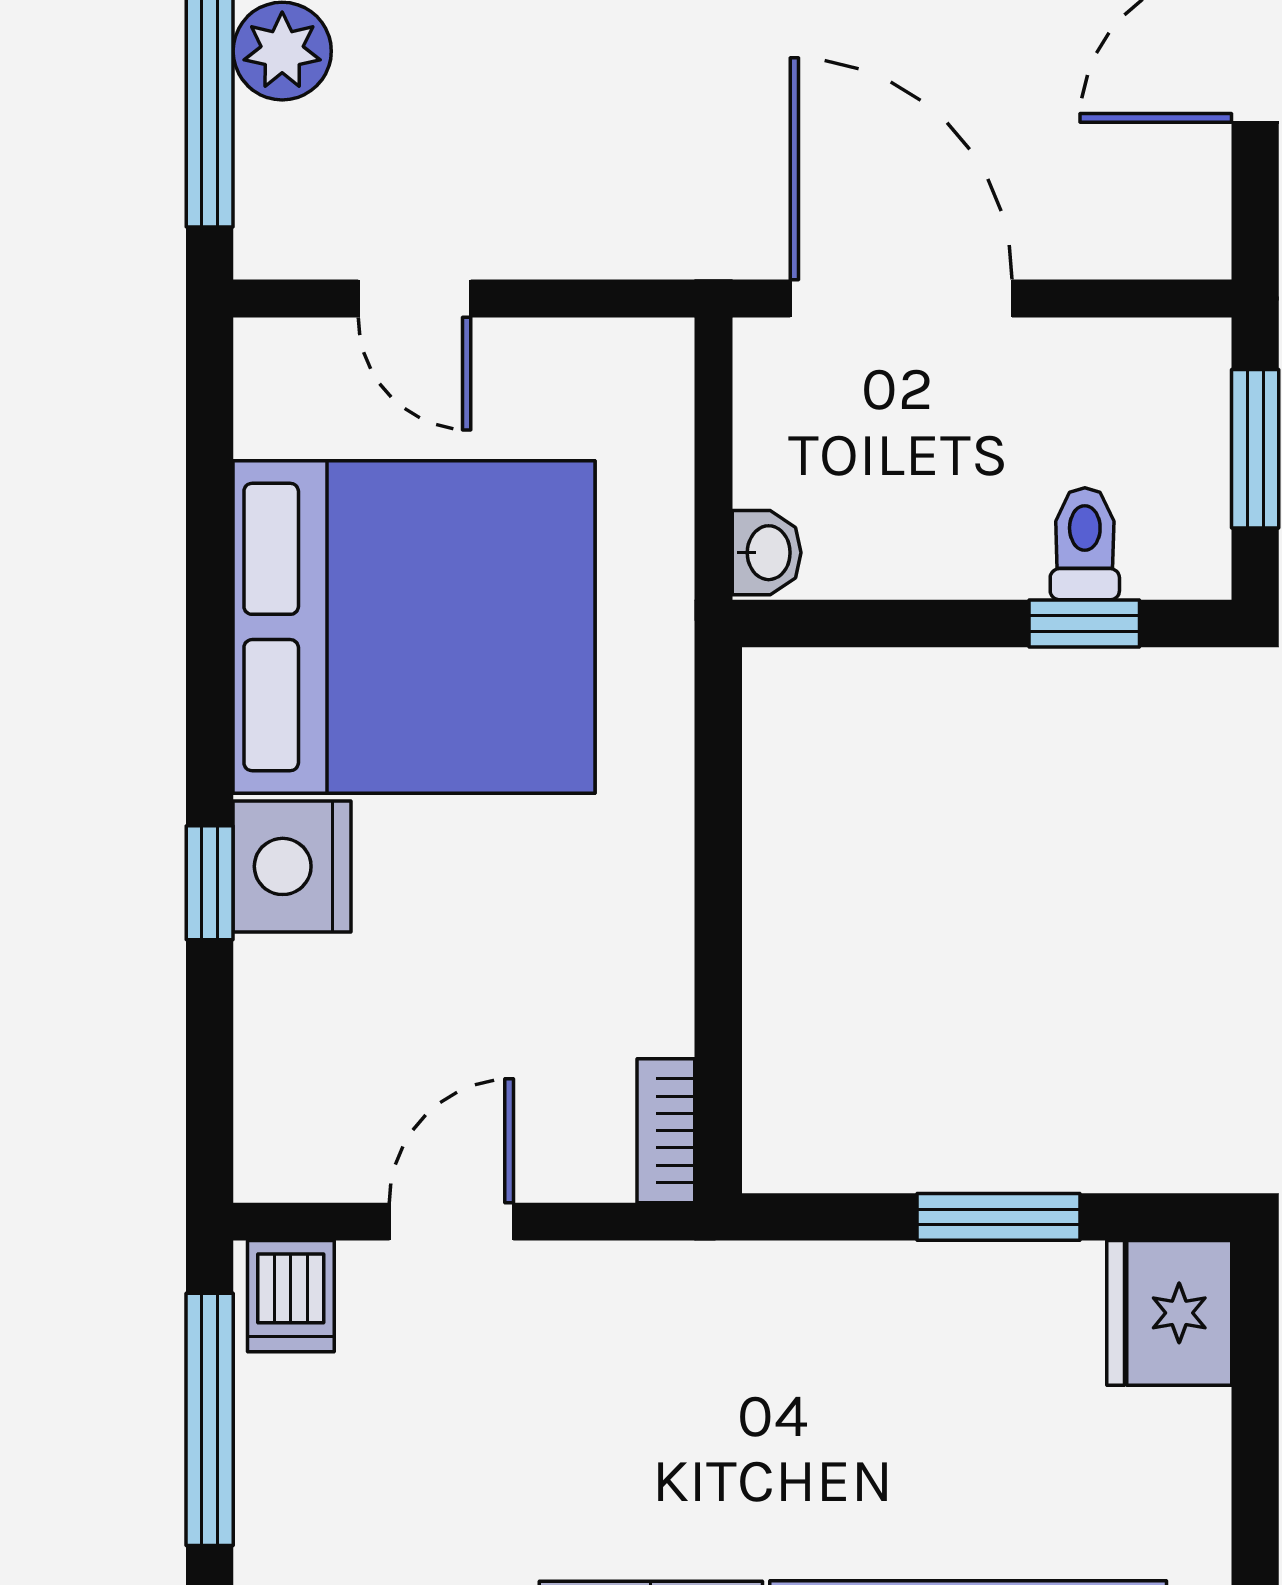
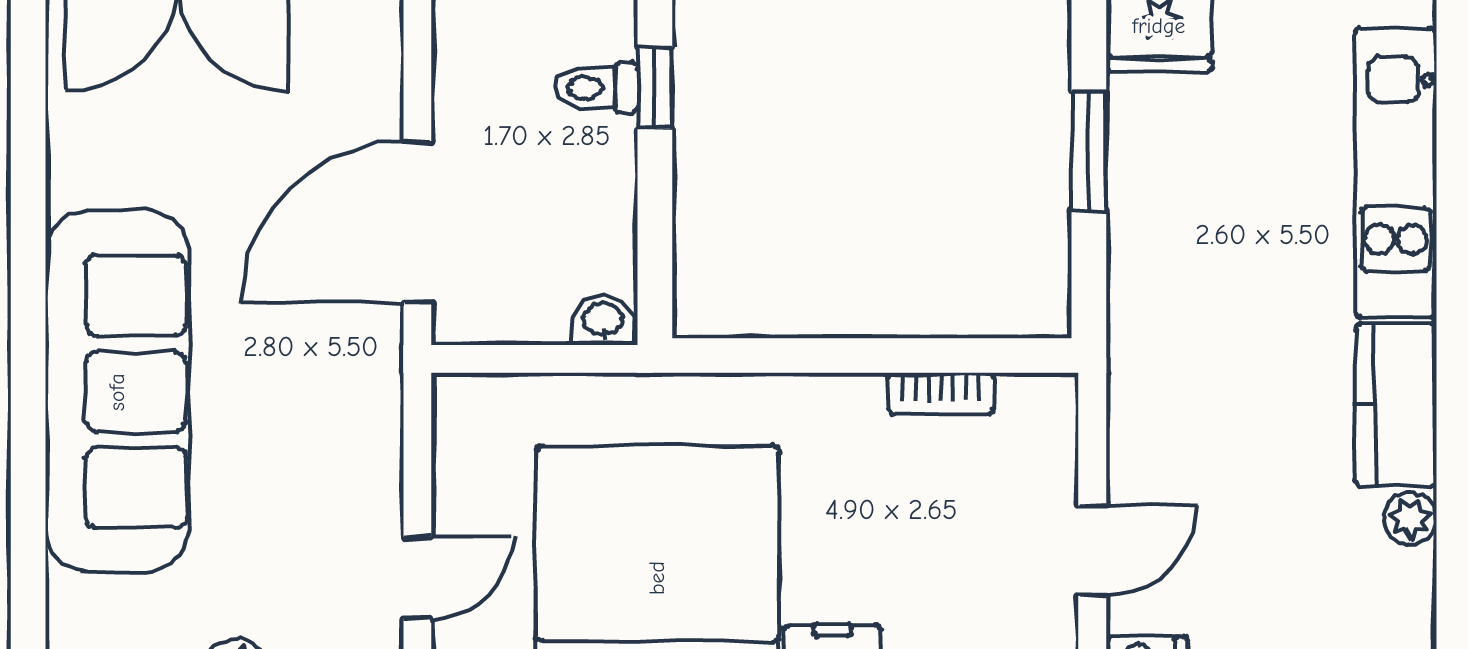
bookcase: (666, 1131) -> (941, 394), moved
door: (451, 1222) -> (1092, 551), swing flipped

